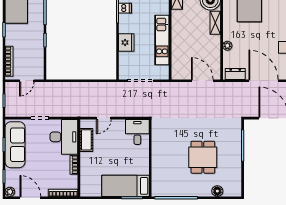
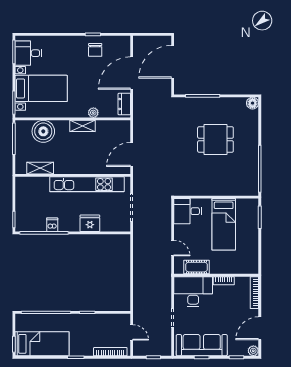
shelving: (215, 23) -> (83, 126), moved
kitchen unit: (162, 40) -> (87, 184), width x1.36
door: (202, 81) -> (132, 154), moved
bed: (125, 186) -> (224, 224), moved
floor lamp: (217, 191) -> (253, 103), moved

